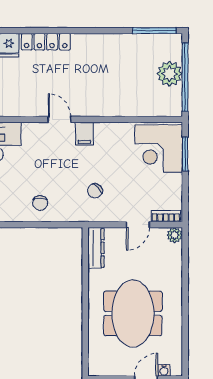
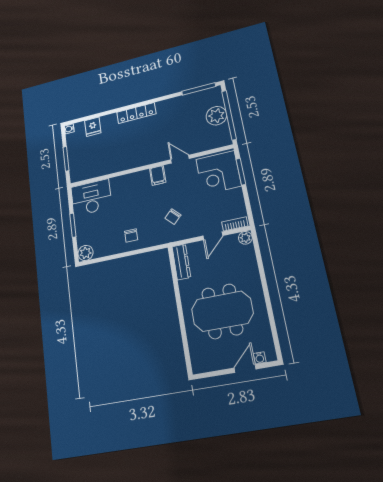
locker: (46, 42) -> (136, 113), moved
door: (59, 119) -> (180, 159), moved
meeting table: (133, 313) -> (222, 311), turned 90

